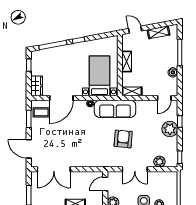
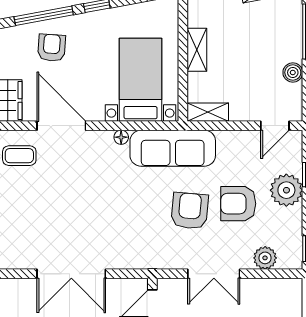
armchair: (57, 60) -> (52, 48), added
door: (61, 98) -> (61, 126), swing flipped
armchair: (147, 136) -> (238, 204), added
double door: (54, 169) -> (71, 274), moved

